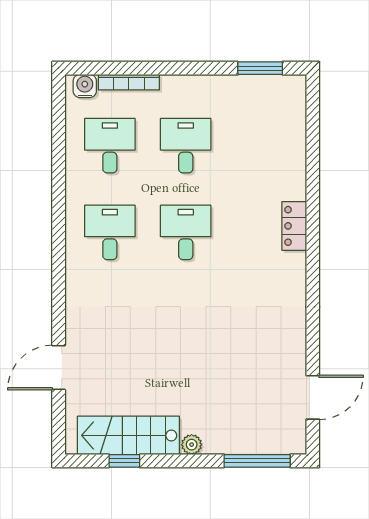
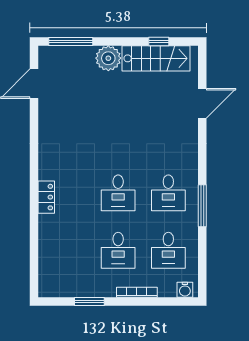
window: (260, 68) -> (89, 302), moved
bookcase: (129, 82) -> (137, 292), moved
window: (59, 213) -> (202, 206), added
plant: (192, 445) -> (108, 58), width x1.87, depth x1.87

